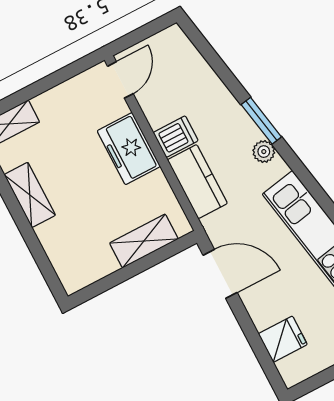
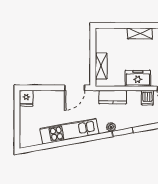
dishwasher: (176, 137) -> (147, 98), moved
fridge: (283, 339) -> (26, 98), moved

